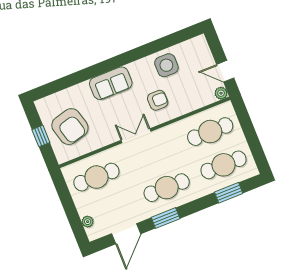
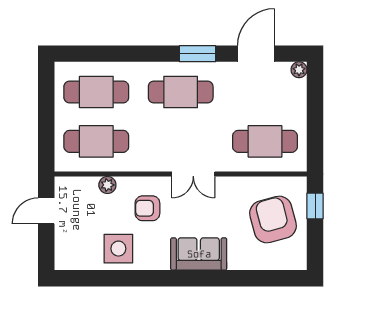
door: (225, 71) -> (46, 211), swing flipped
plant: (221, 93) -> (107, 185), moved
window: (41, 136) -> (315, 206), moved
window: (229, 193) -> (104, 54), removed
plant: (88, 222) -> (299, 70), moved

